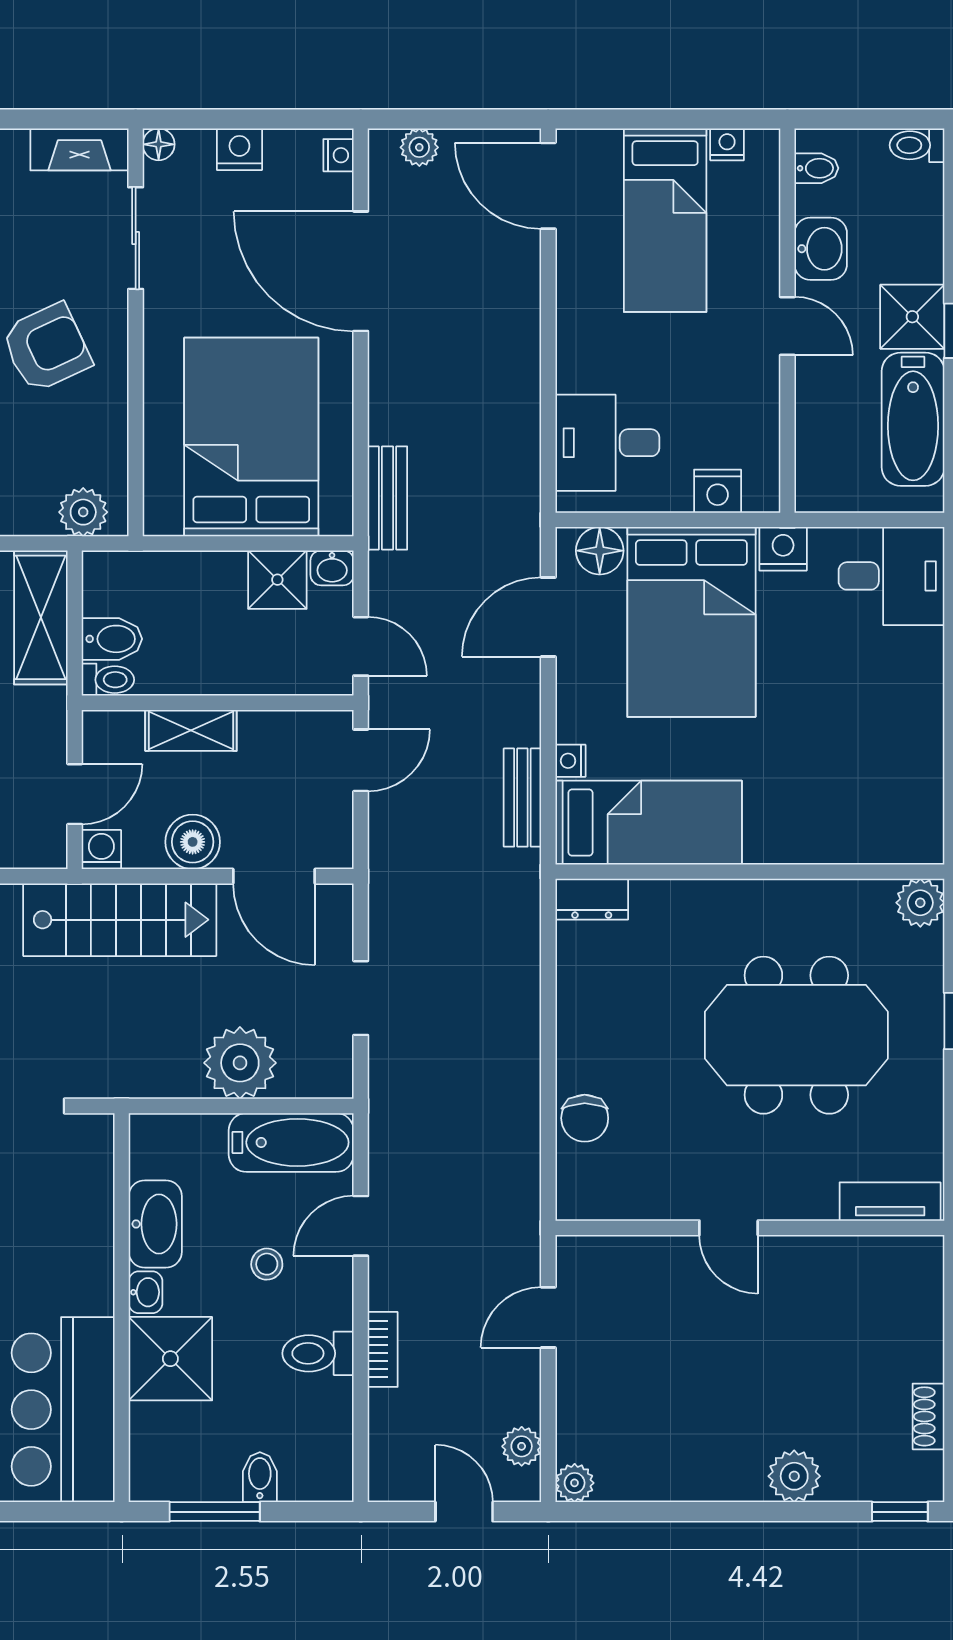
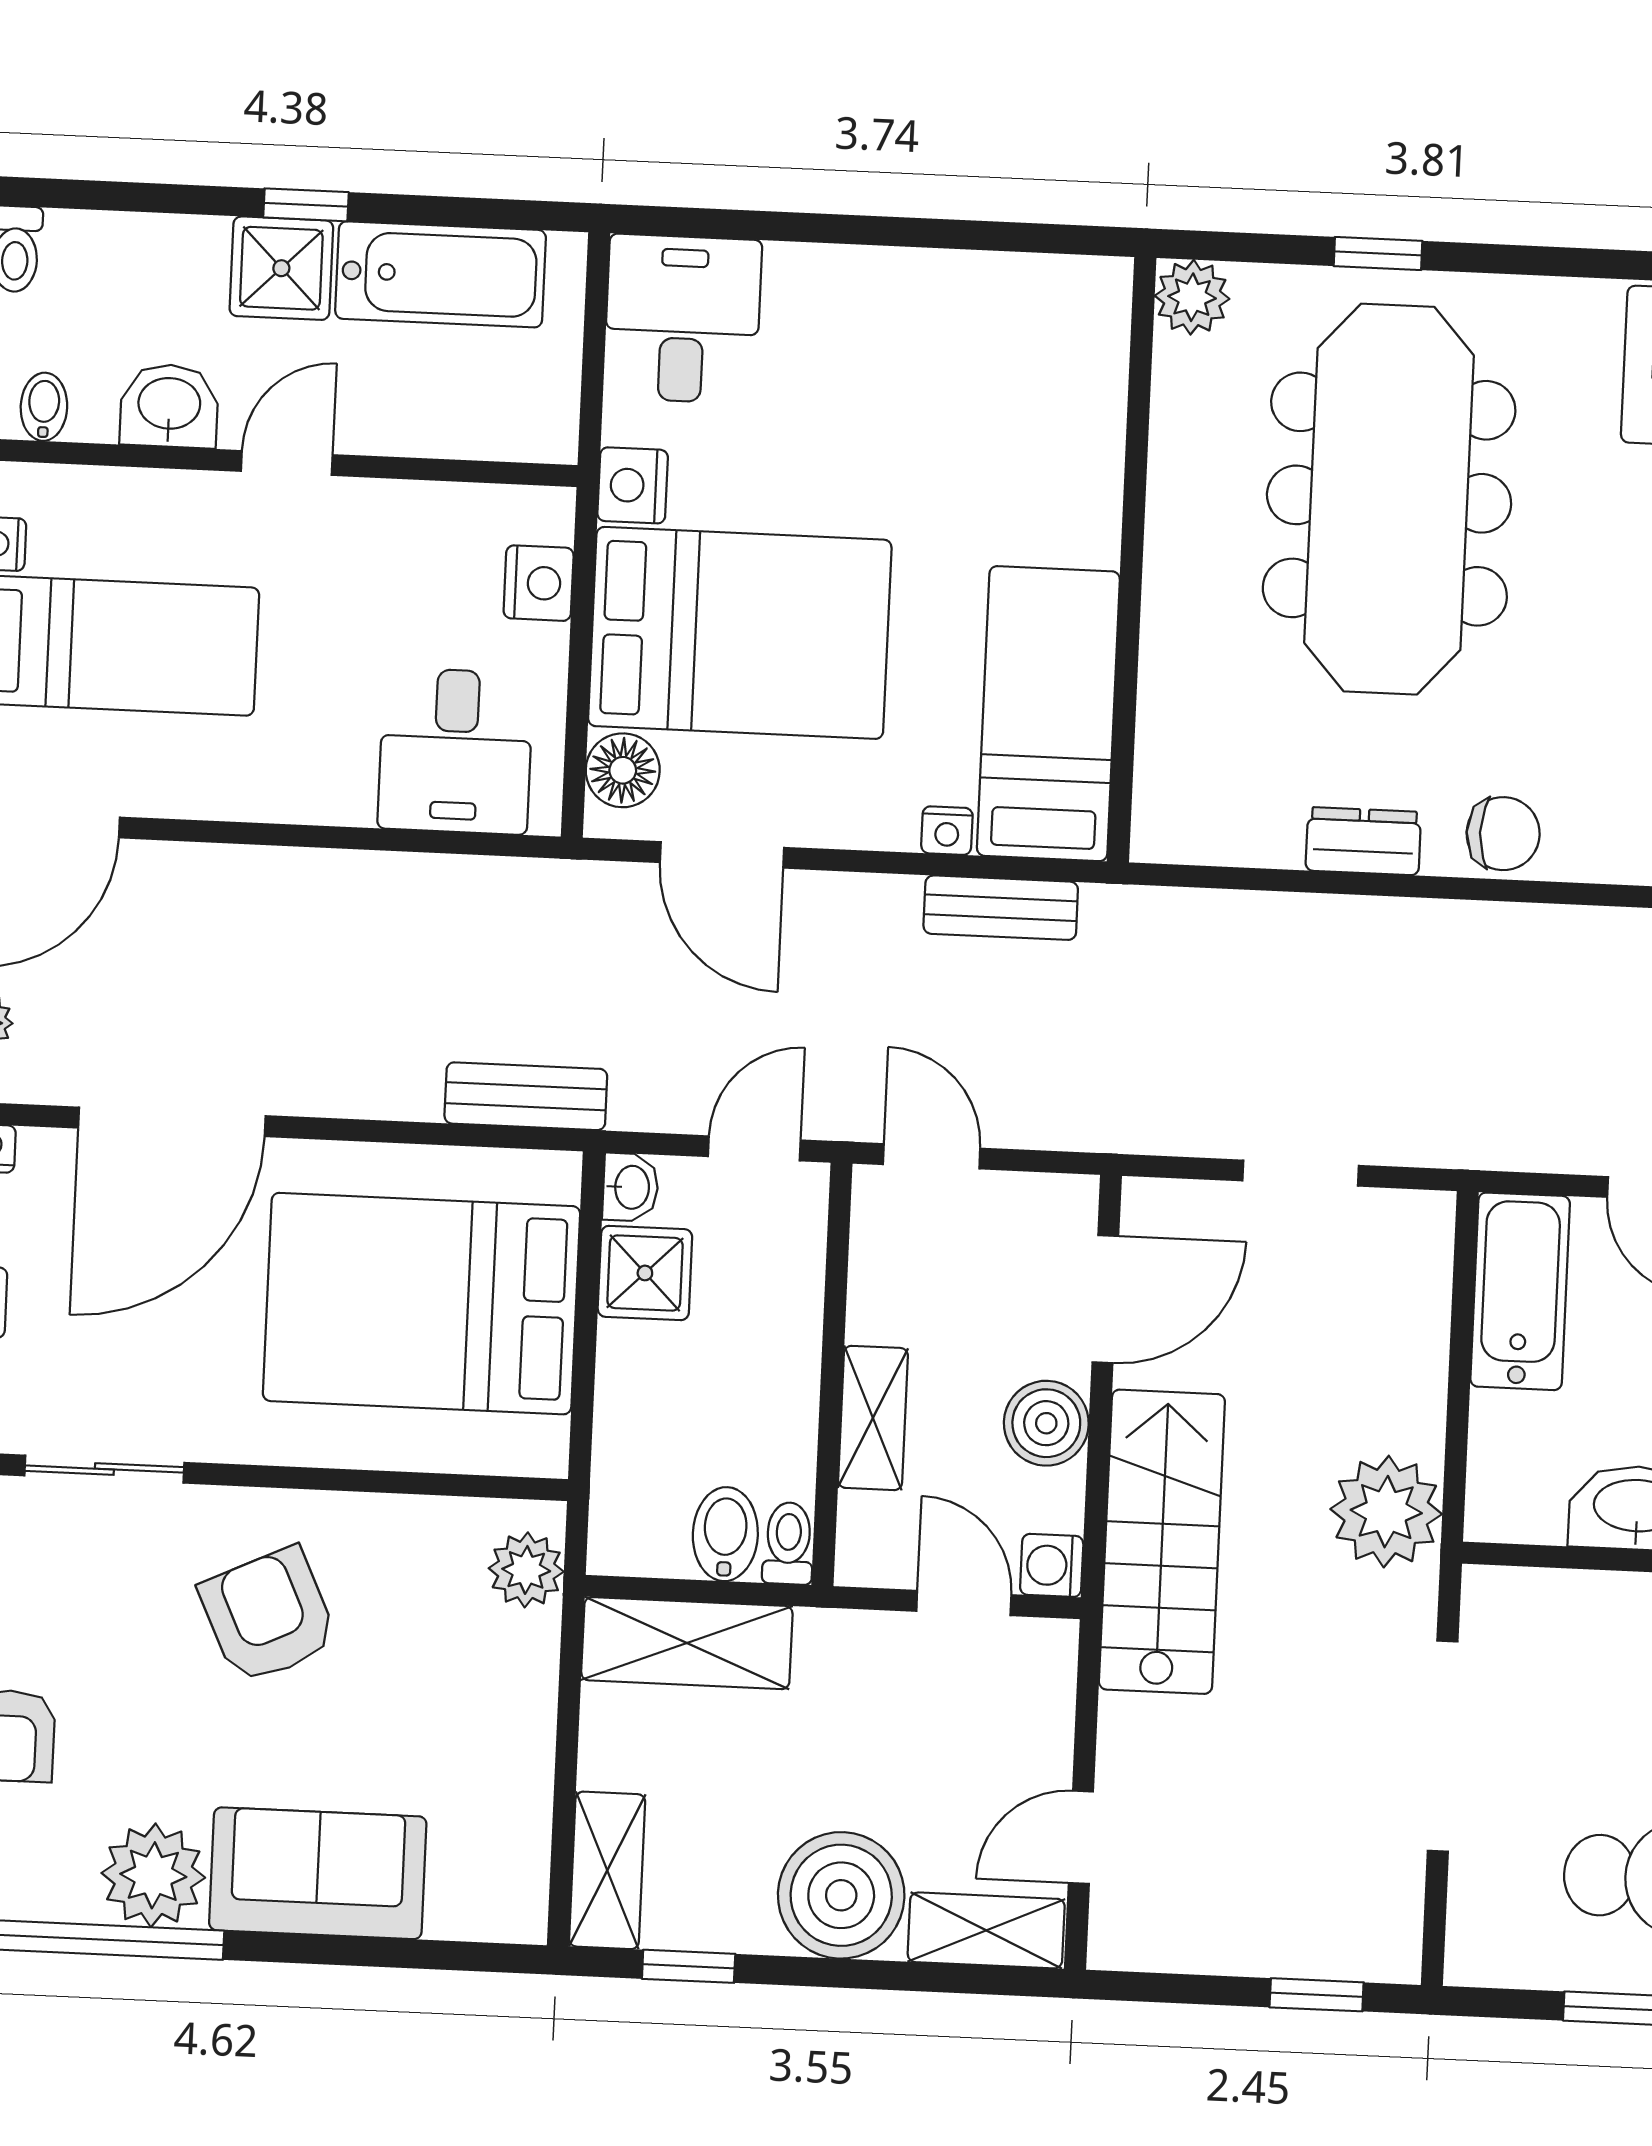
dresser: (592, 899) -> (1363, 841), moved, turned -90
meeting table: (796, 1035) -> (1389, 499), width x1.36
plant: (240, 1063) -> (1386, 1512), moved

